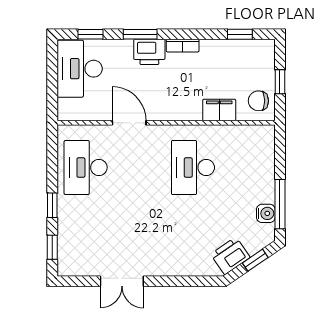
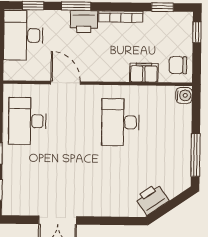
bookcase: (183, 46) -> (121, 17), width x1.56
window: (280, 82) -> (197, 32), moved
water cooler: (266, 213) -> (184, 95), moved
window: (255, 260) -> (173, 203), removed

